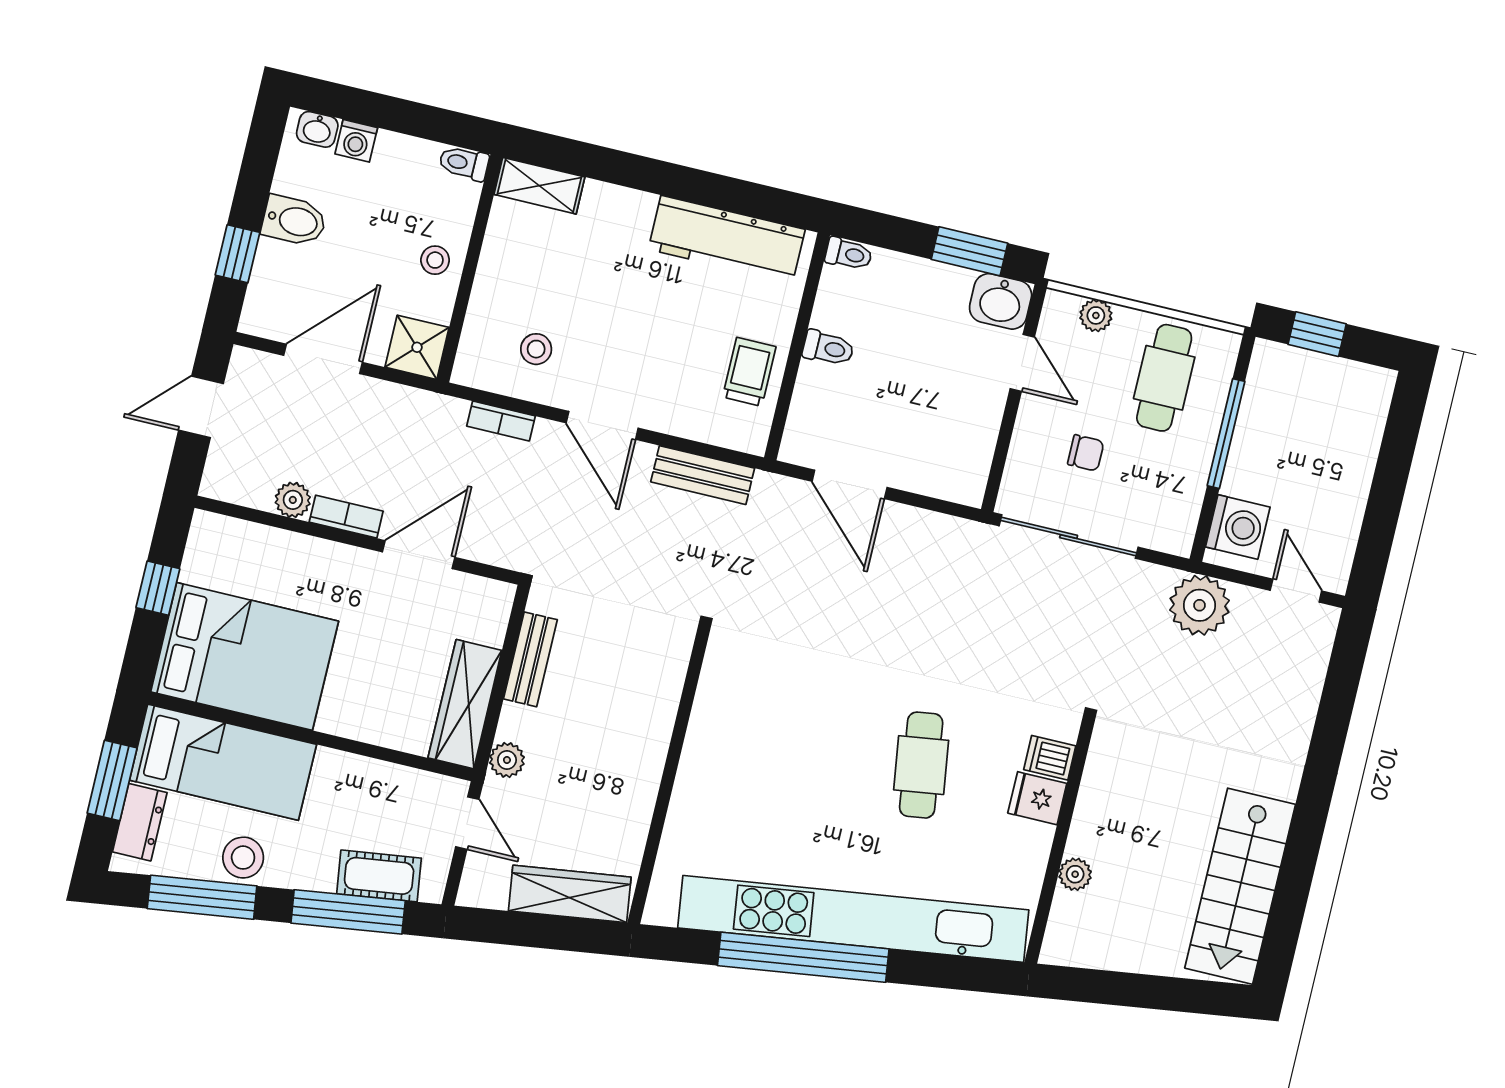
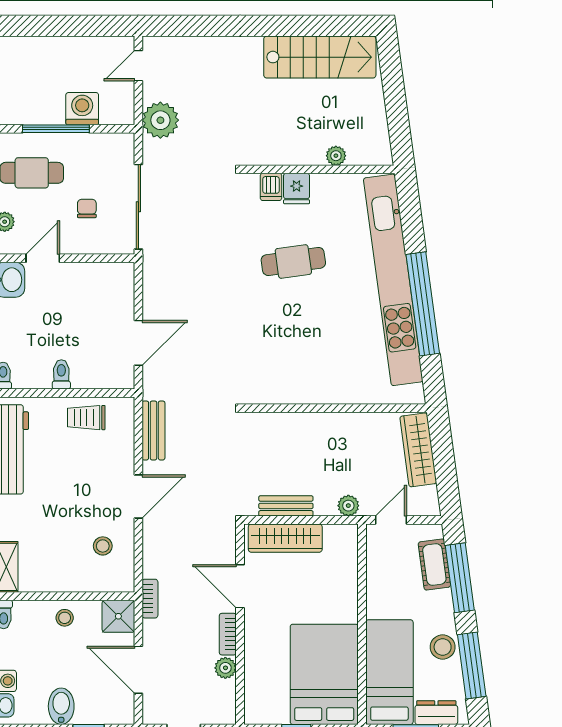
bookcase: (501, 421) -> (150, 599), moved
washing machine: (1238, 527) -> (82, 109), moved
wardrobe: (465, 704) -> (285, 538), moved

